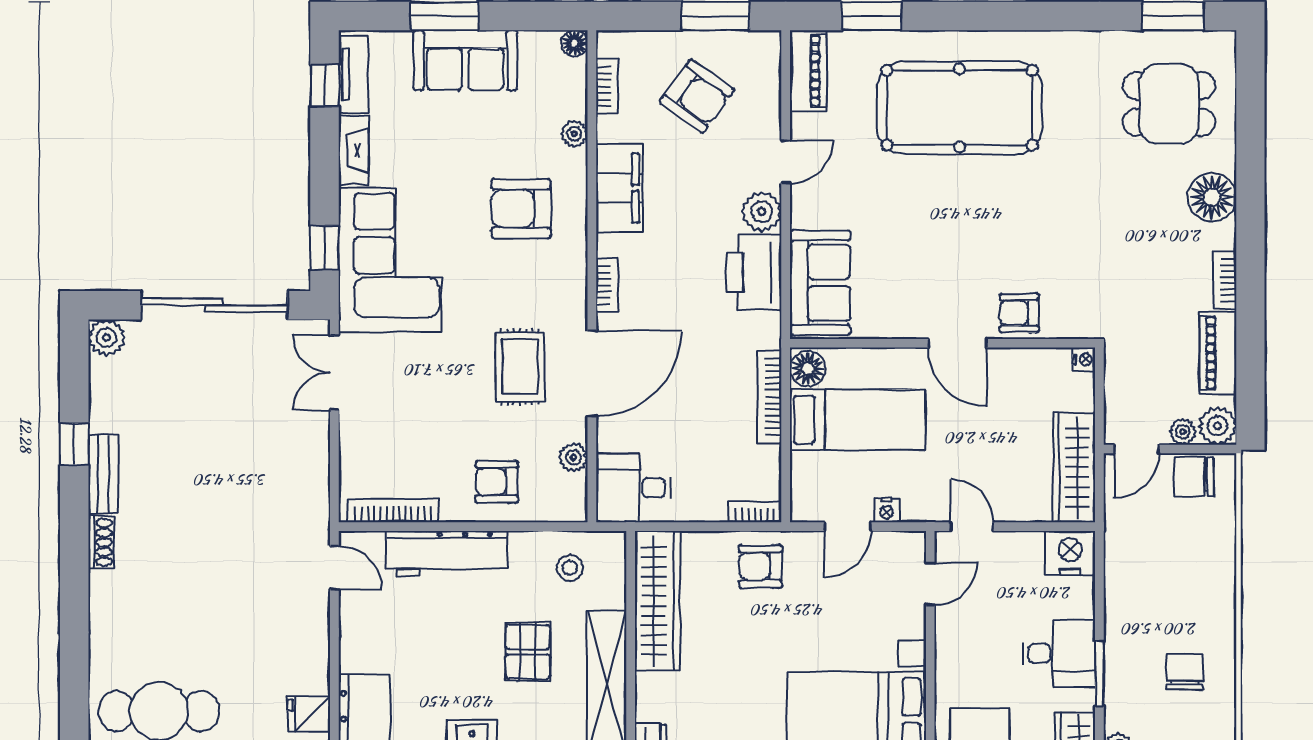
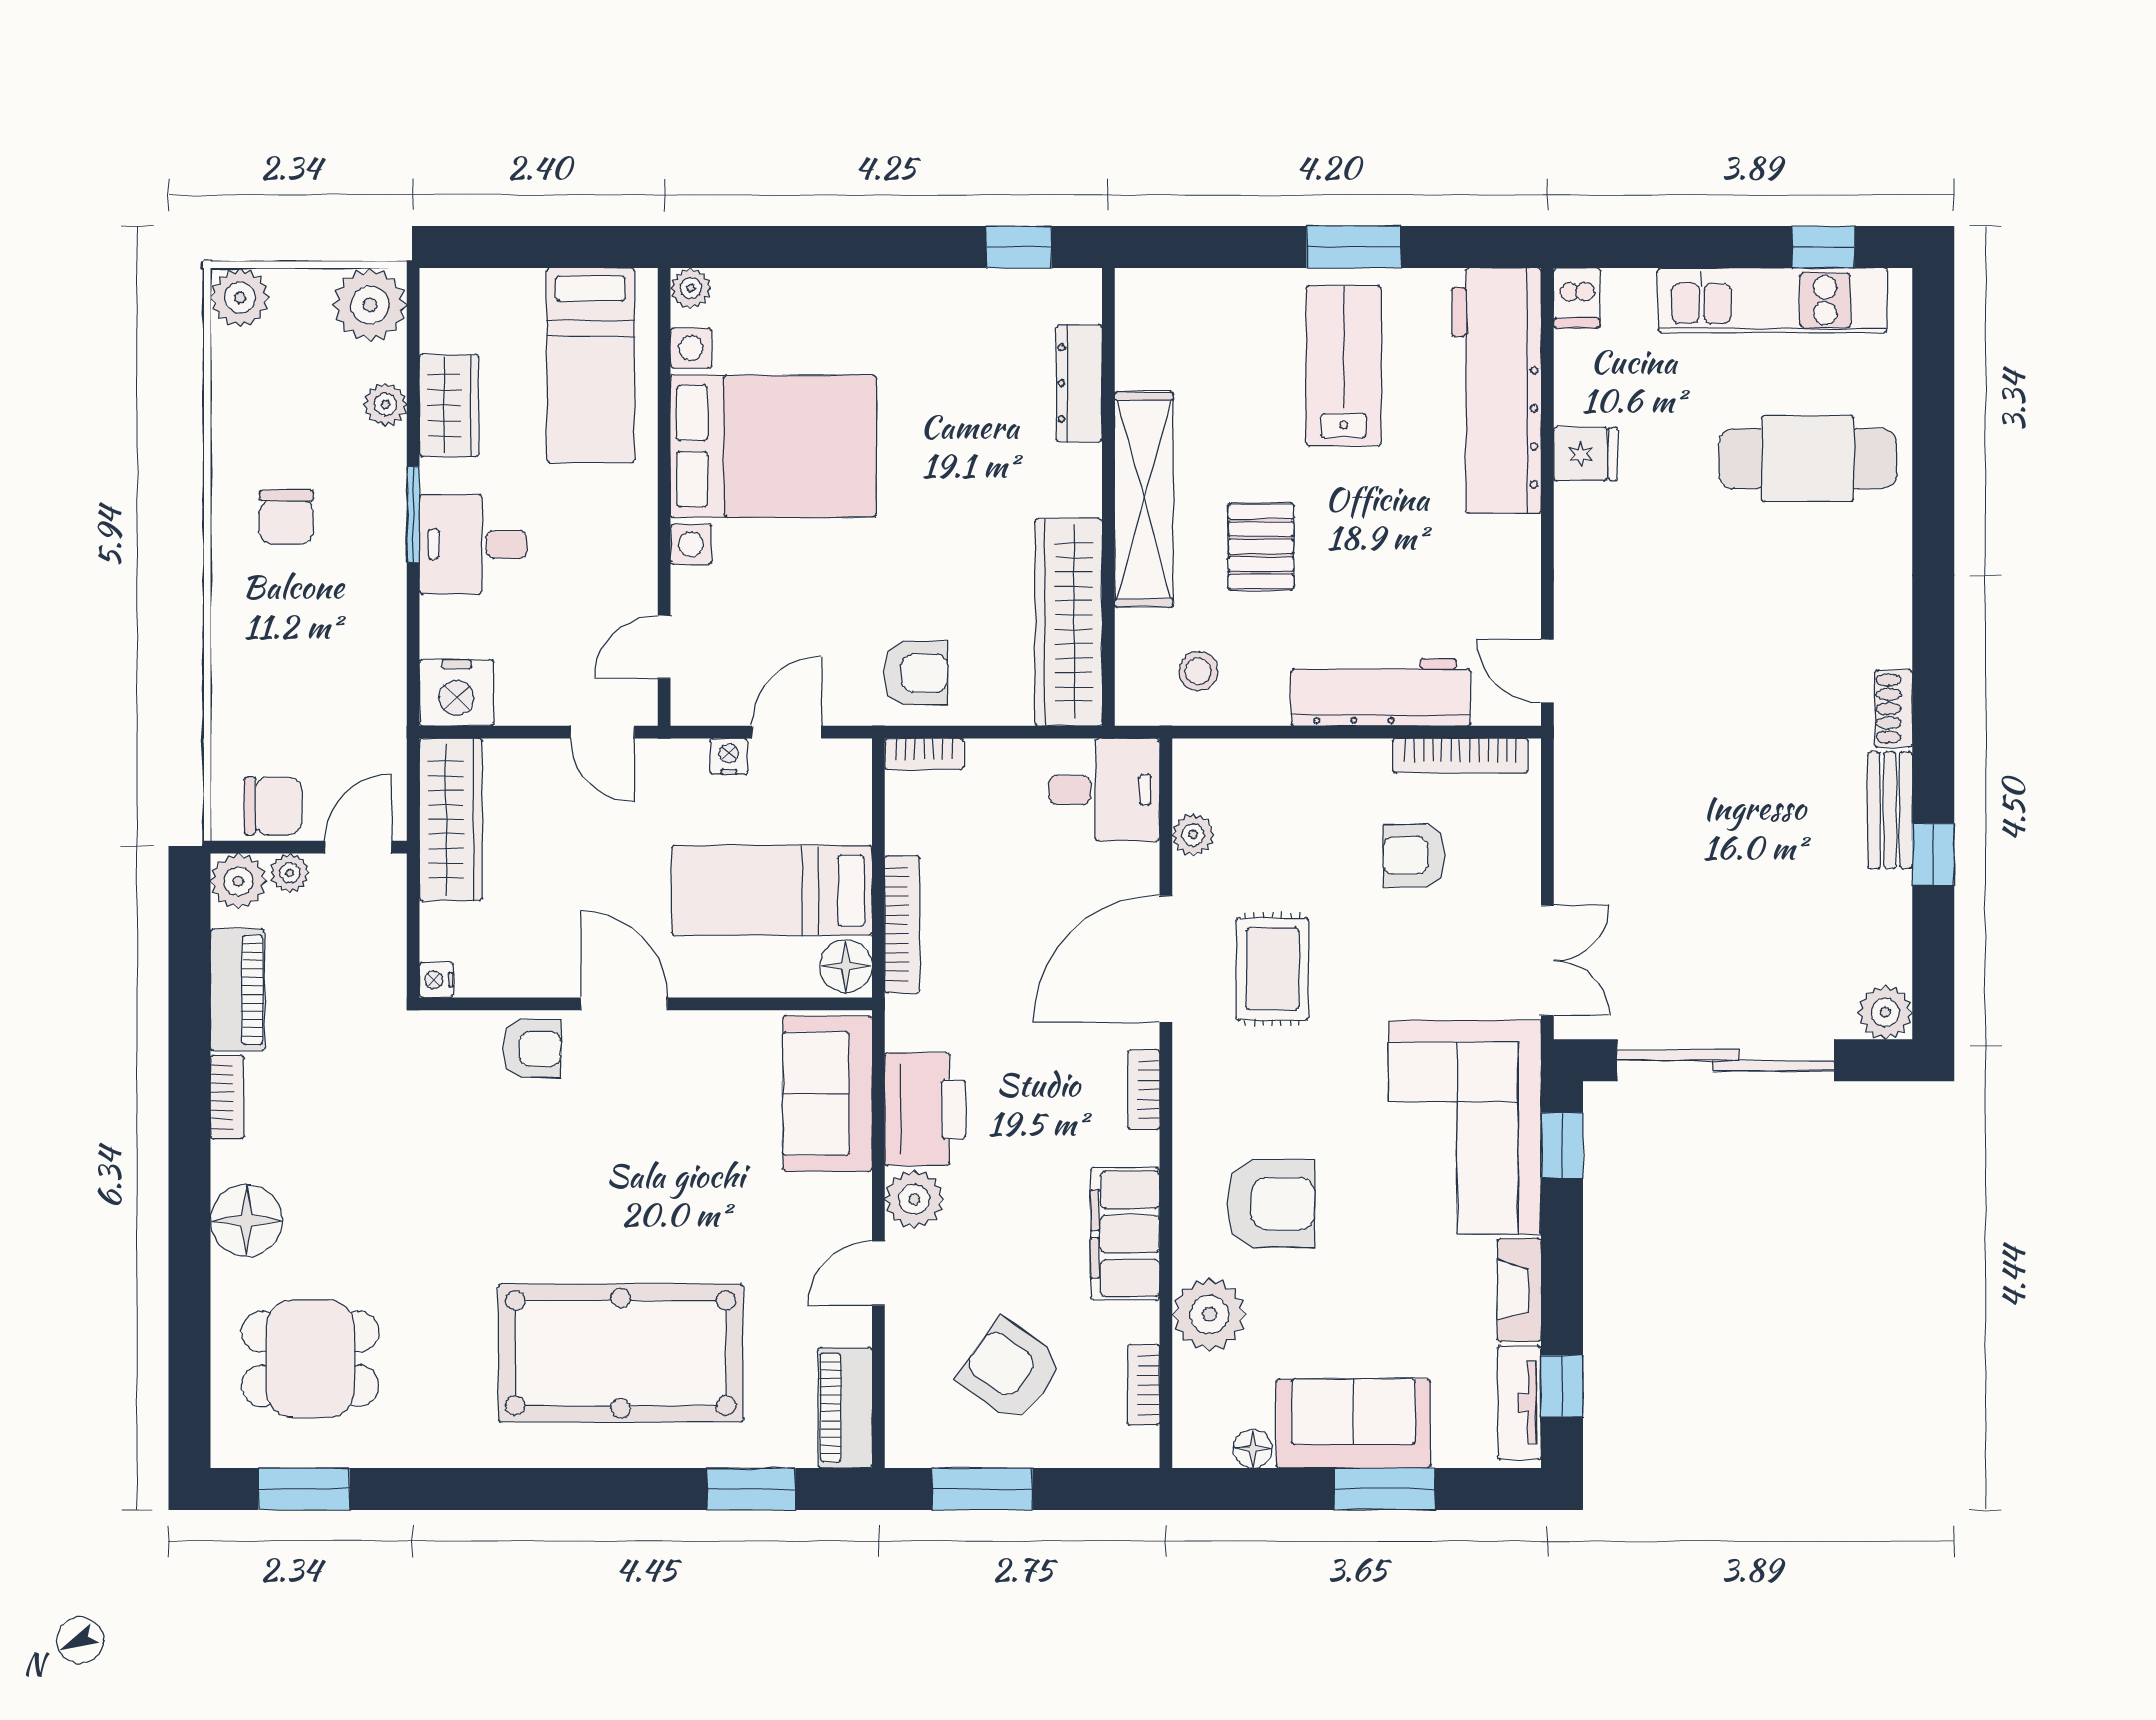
floor lamp: (574, 43) -> (1253, 1449), moved
plant: (574, 134) -> (1209, 1315), width x1.88, depth x1.88
armchair: (497, 482) -> (1414, 856), moved, turned 180

